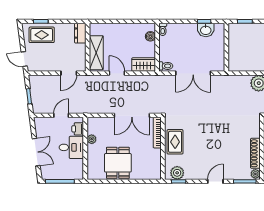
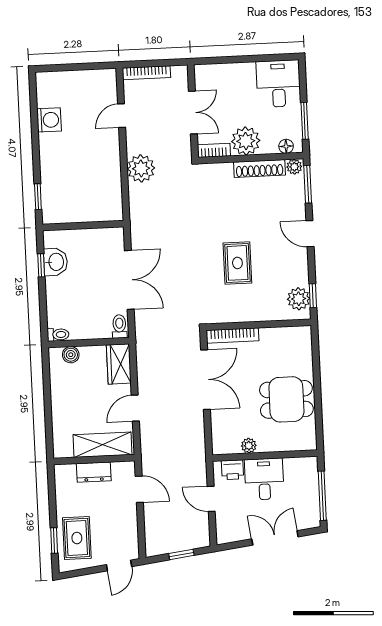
dresser: (80, 33) -> (94, 472), moved
rug: (175, 142) -> (237, 263), moved, turned 90

